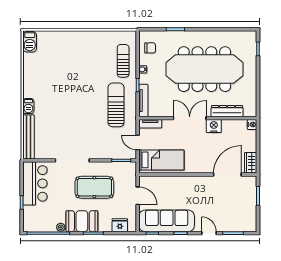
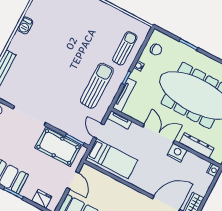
barbecue: (28, 106) -> (25, 25), moved
pool table: (94, 187) -> (58, 147), moved

